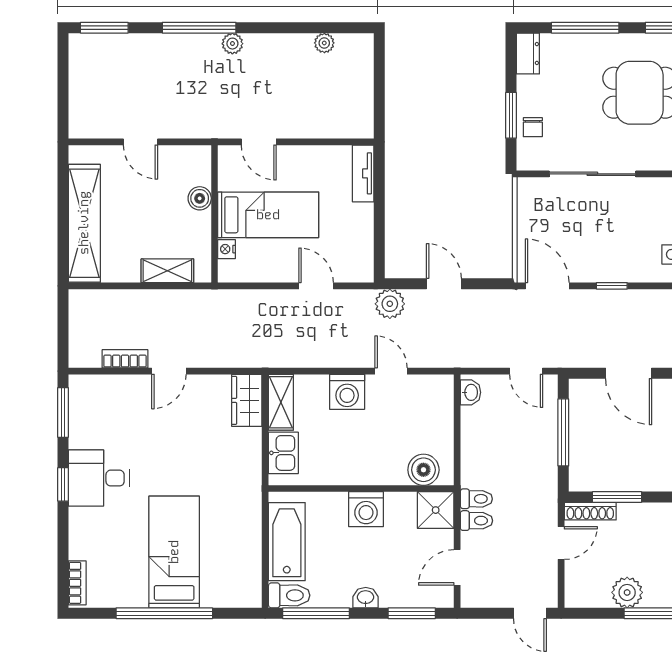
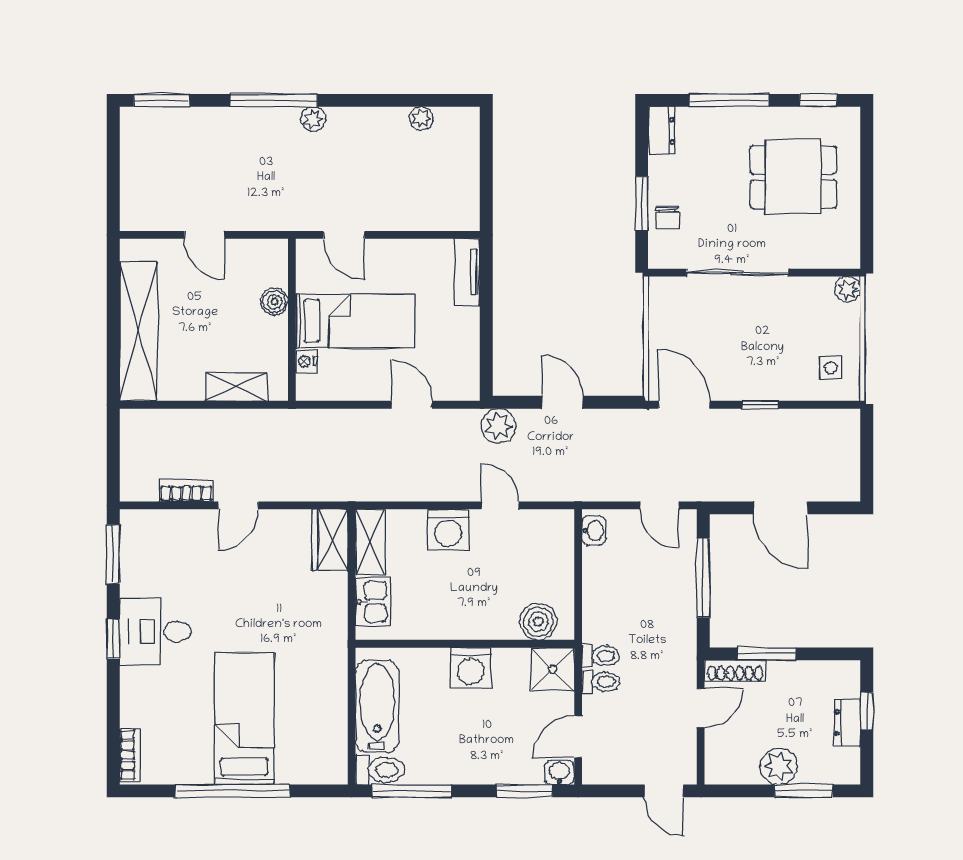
washbasin: (366, 598) -> (559, 773), moved

